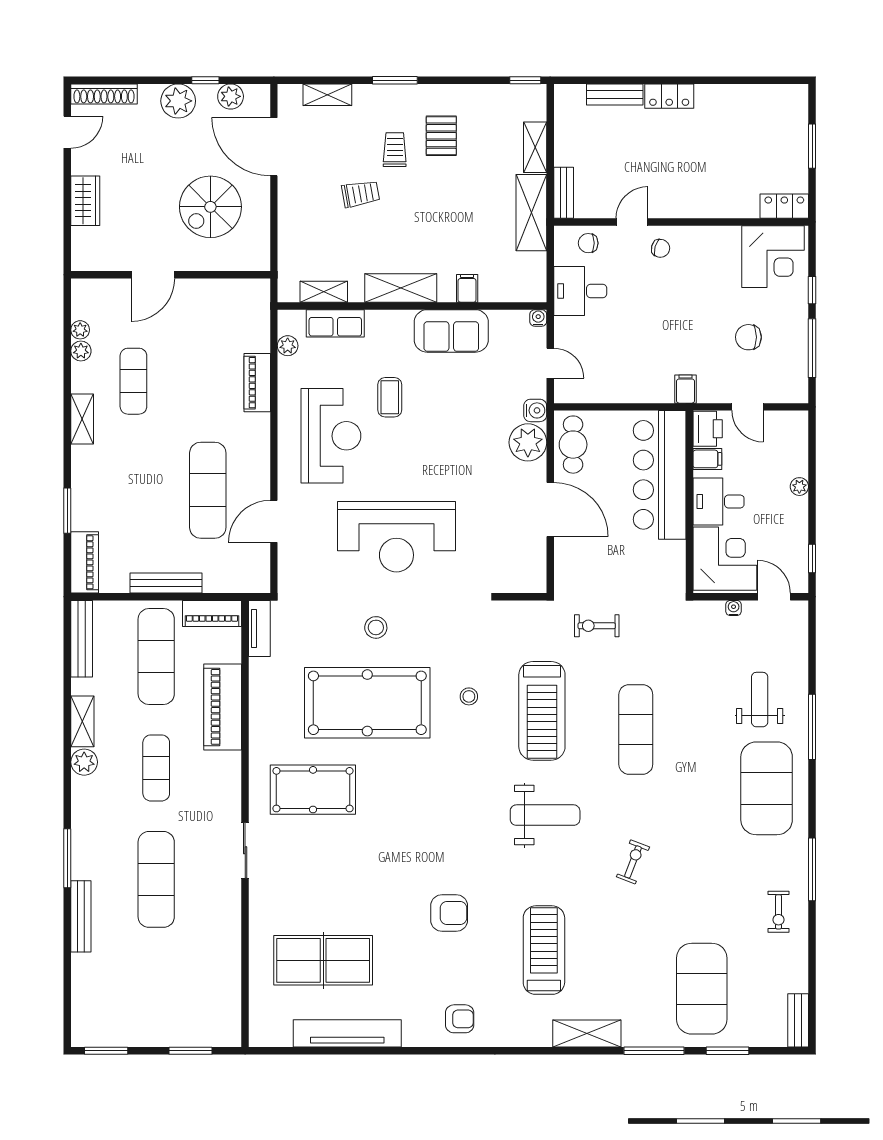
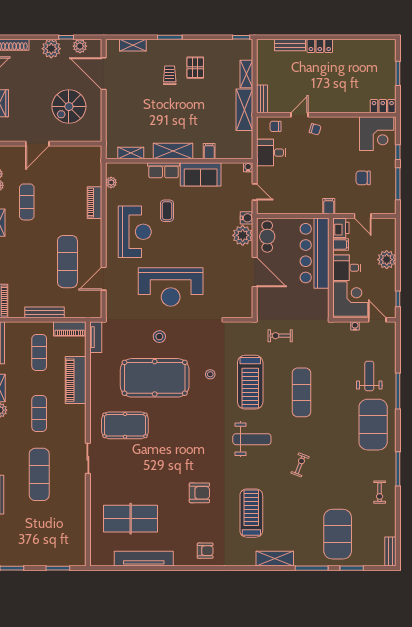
trolley: (361, 194) -> (151, 99), removed
row of seats: (335, 323) -> (164, 170), moved
plant: (799, 487) -> (387, 260), width x1.88, depth x1.88
exercise mat: (156, 656) -> (39, 352), width x0.73, depth x0.69

